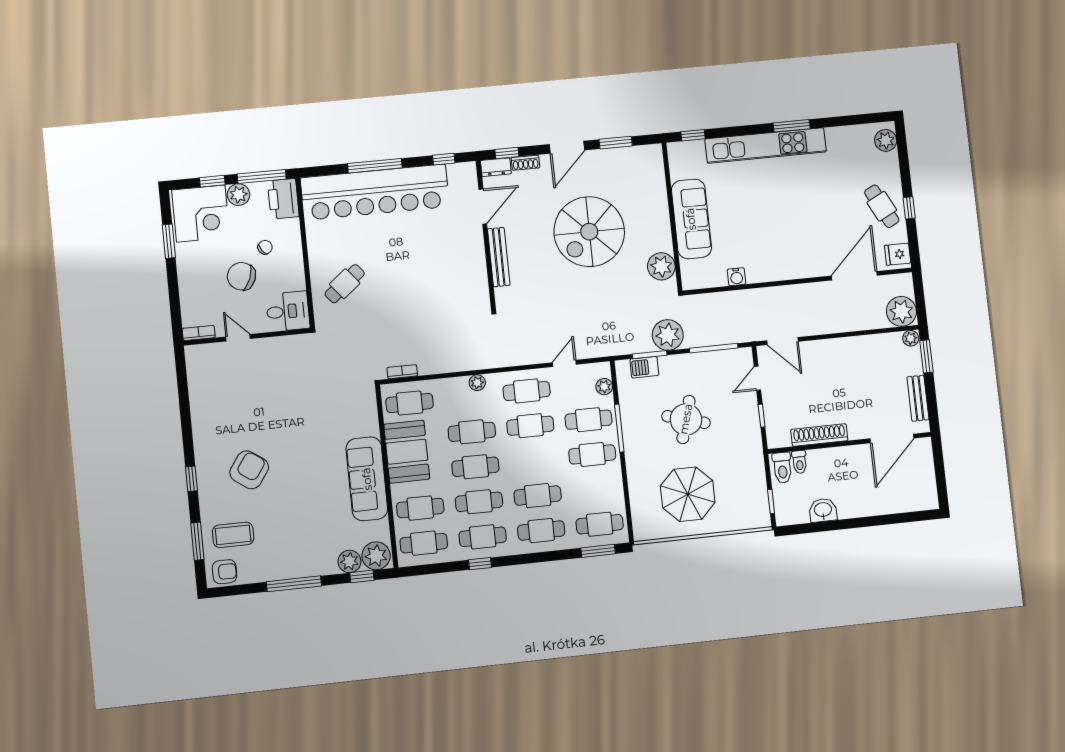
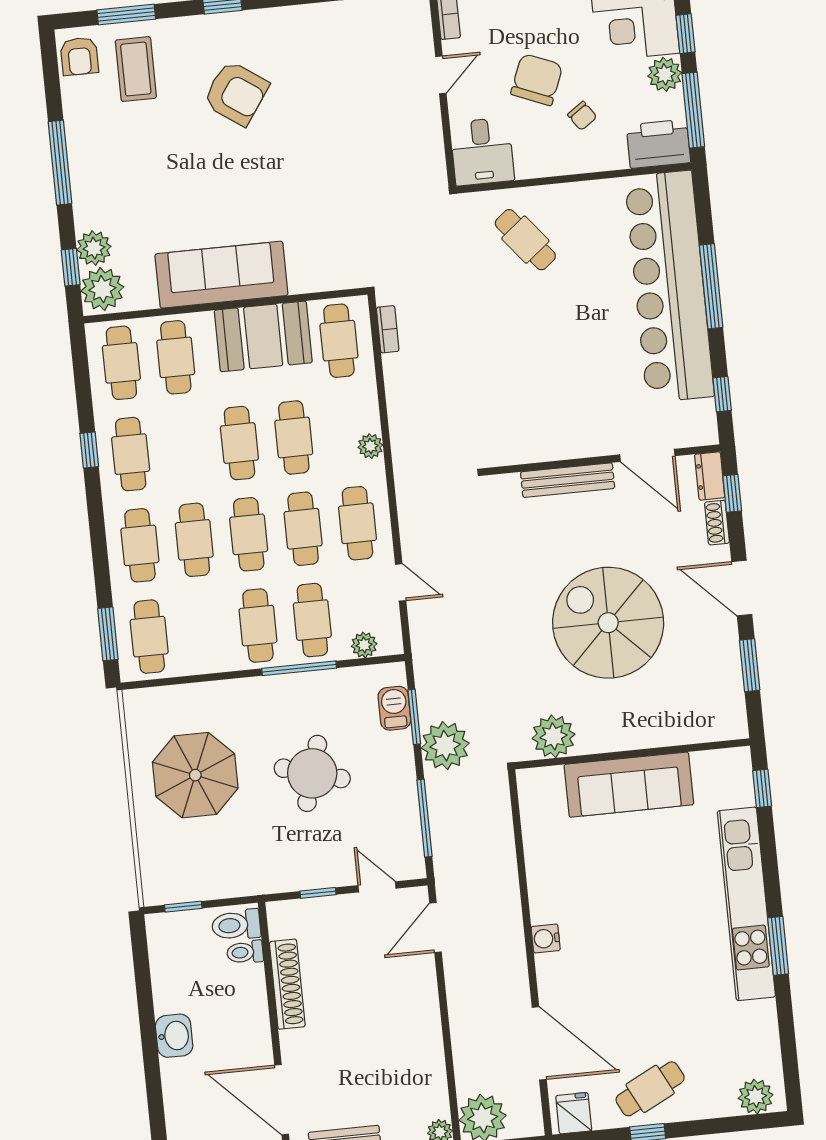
water cooler: (737, 277) -> (546, 938), moved
cafe table: (479, 502) -> (249, 534), moved
washbasin: (823, 510) -> (174, 1036), moved

